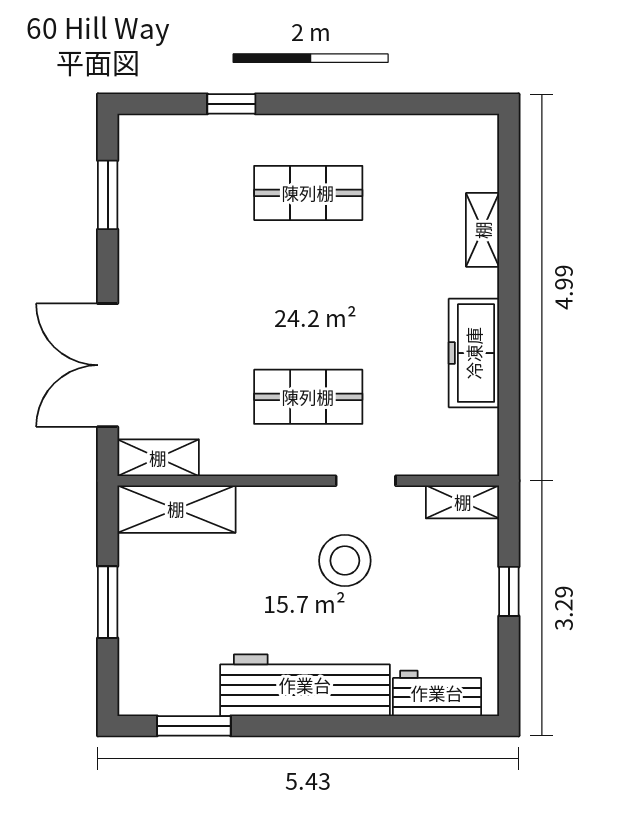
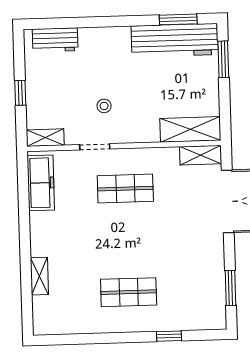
freezer: (474, 353) -> (41, 183), moved
stool: (345, 561) -> (104, 106), width x0.53, depth x0.53
window: (108, 602) -> (223, 59), moved
workbench: (305, 685) -> (175, 40), moved

